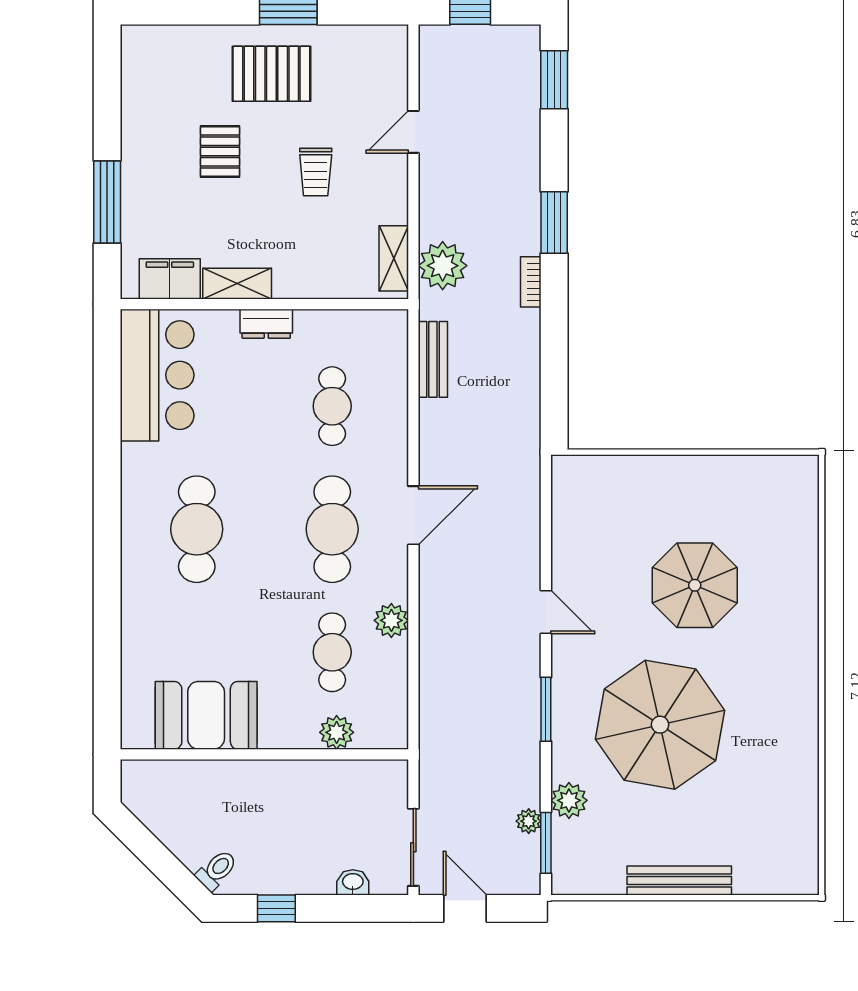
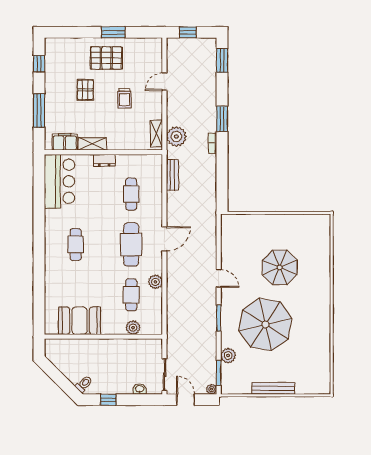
window: (107, 88) -> (39, 64), added
cafe table: (197, 529) -> (76, 244), width x0.73, depth x0.74
plant: (529, 821) -> (212, 389), moved

